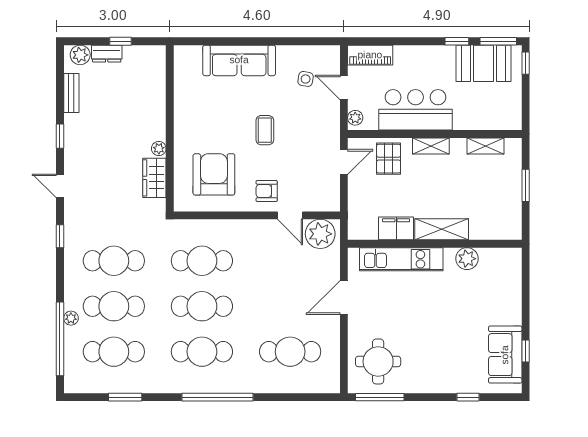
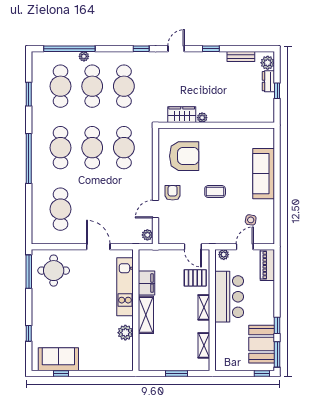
plant: (320, 234) -> (147, 235), width x0.53, depth x0.53

